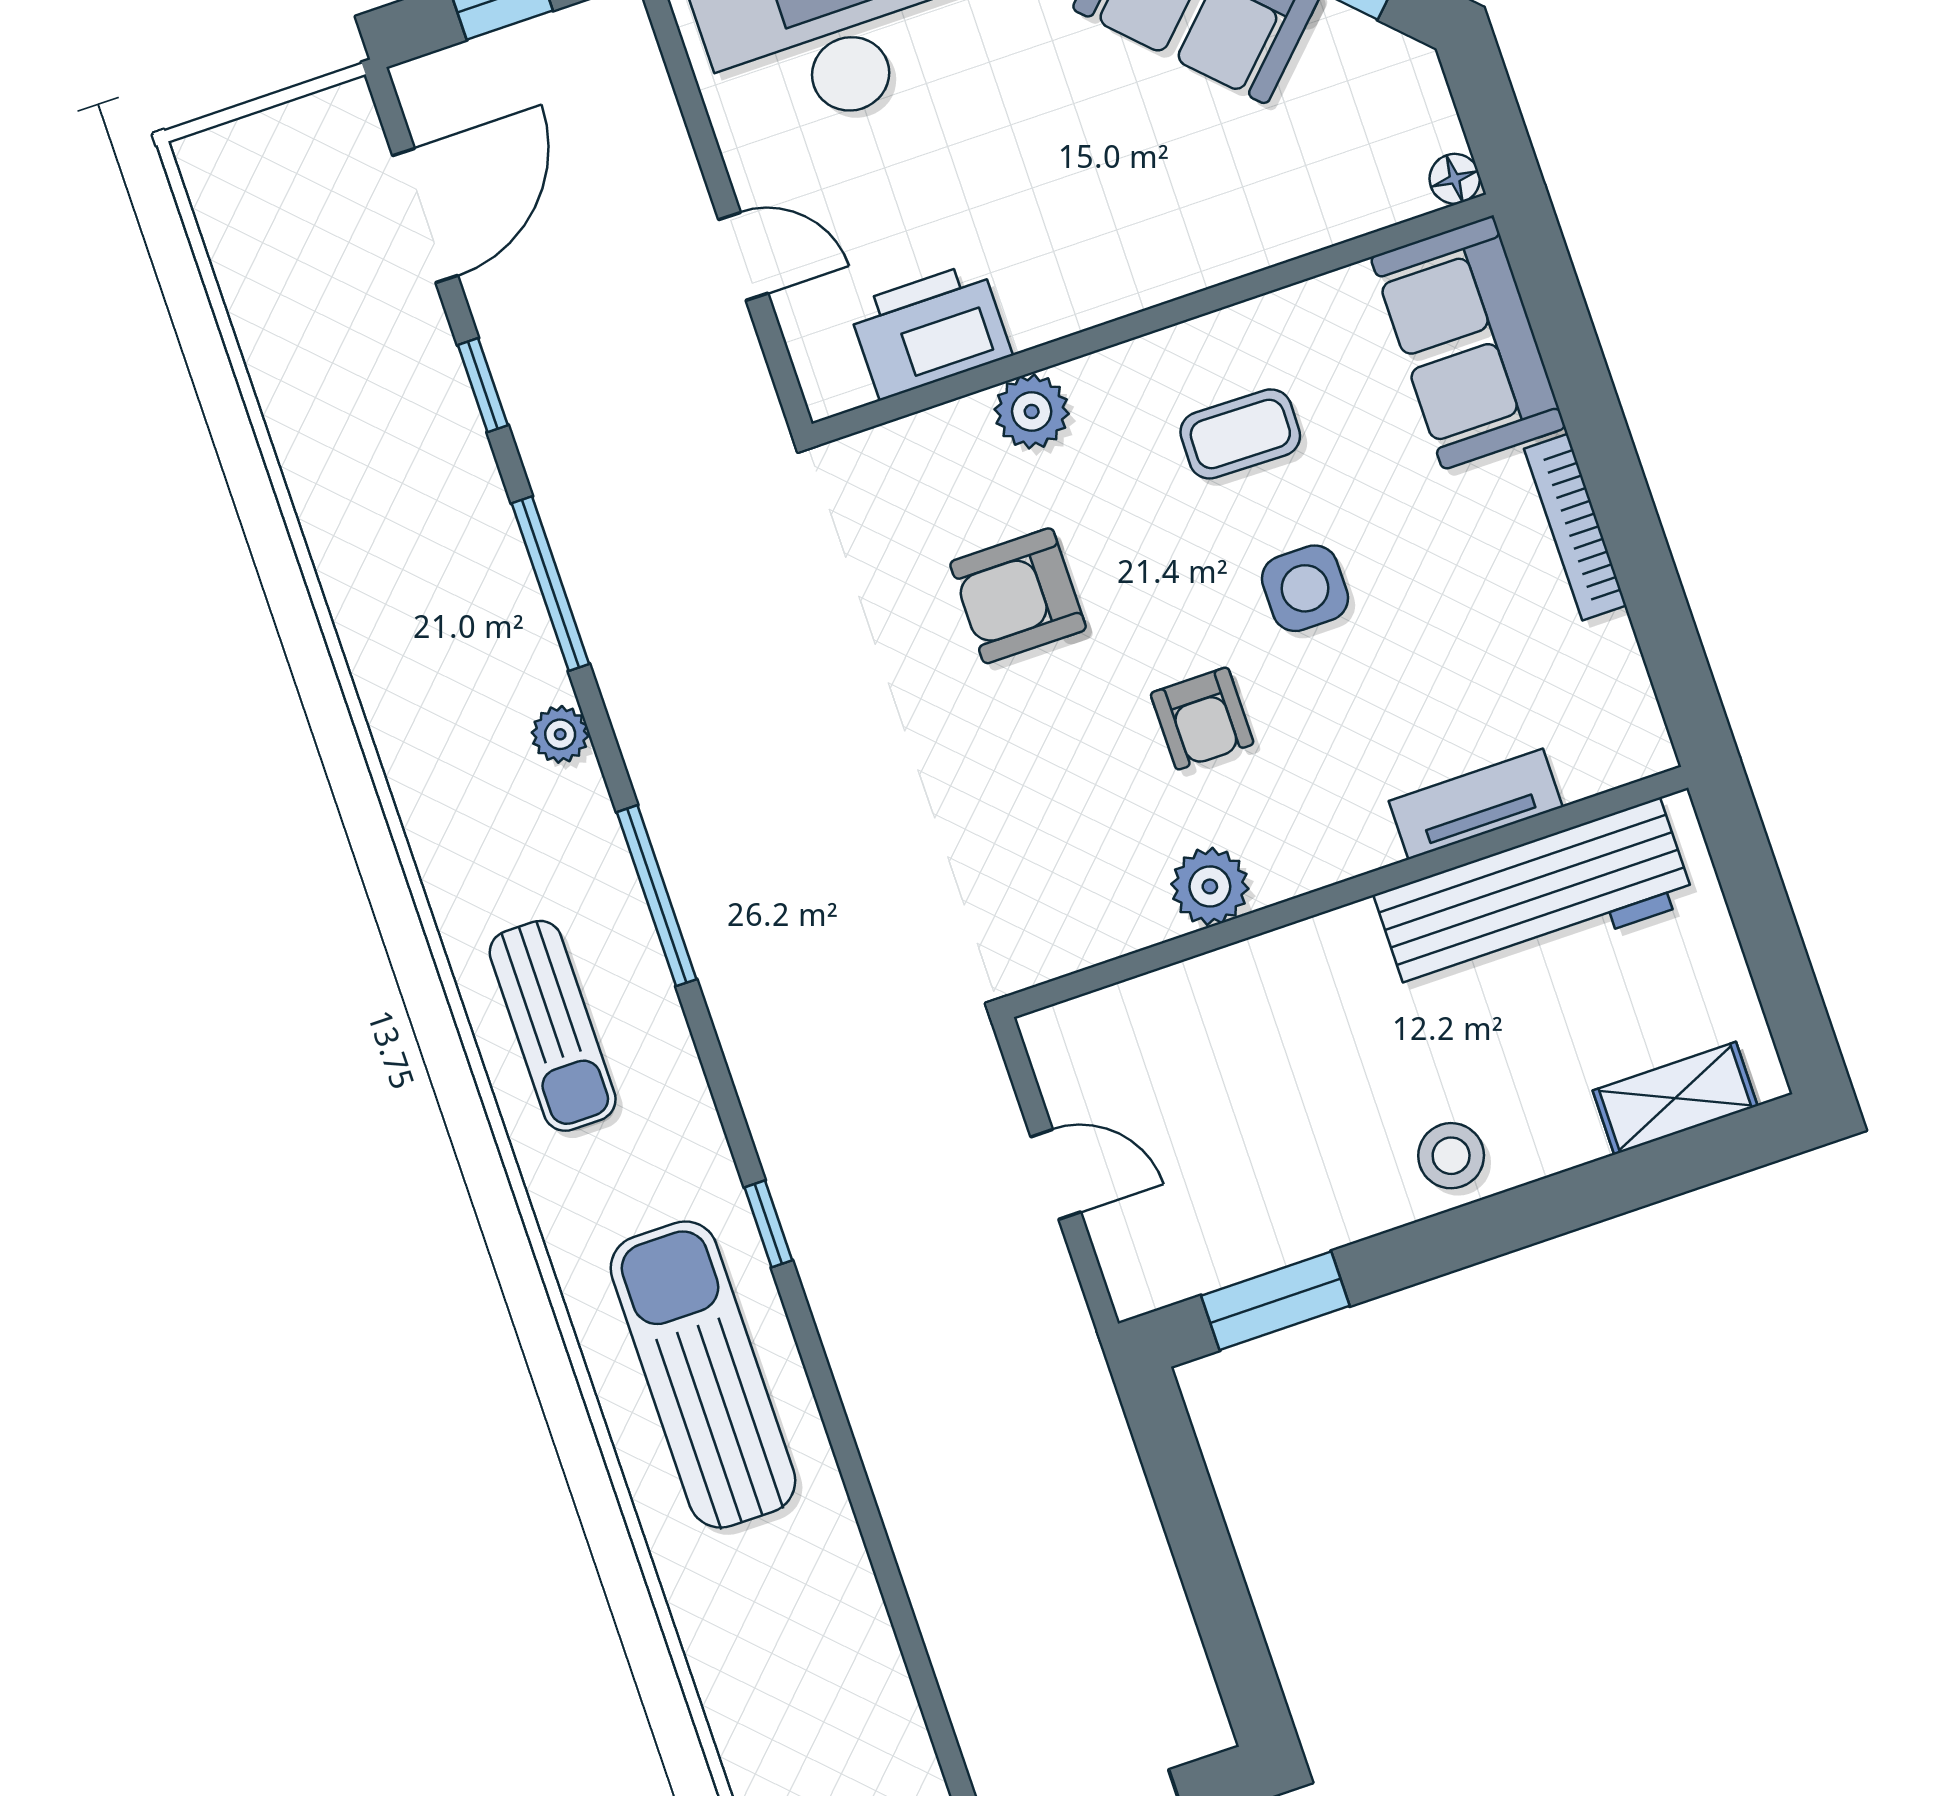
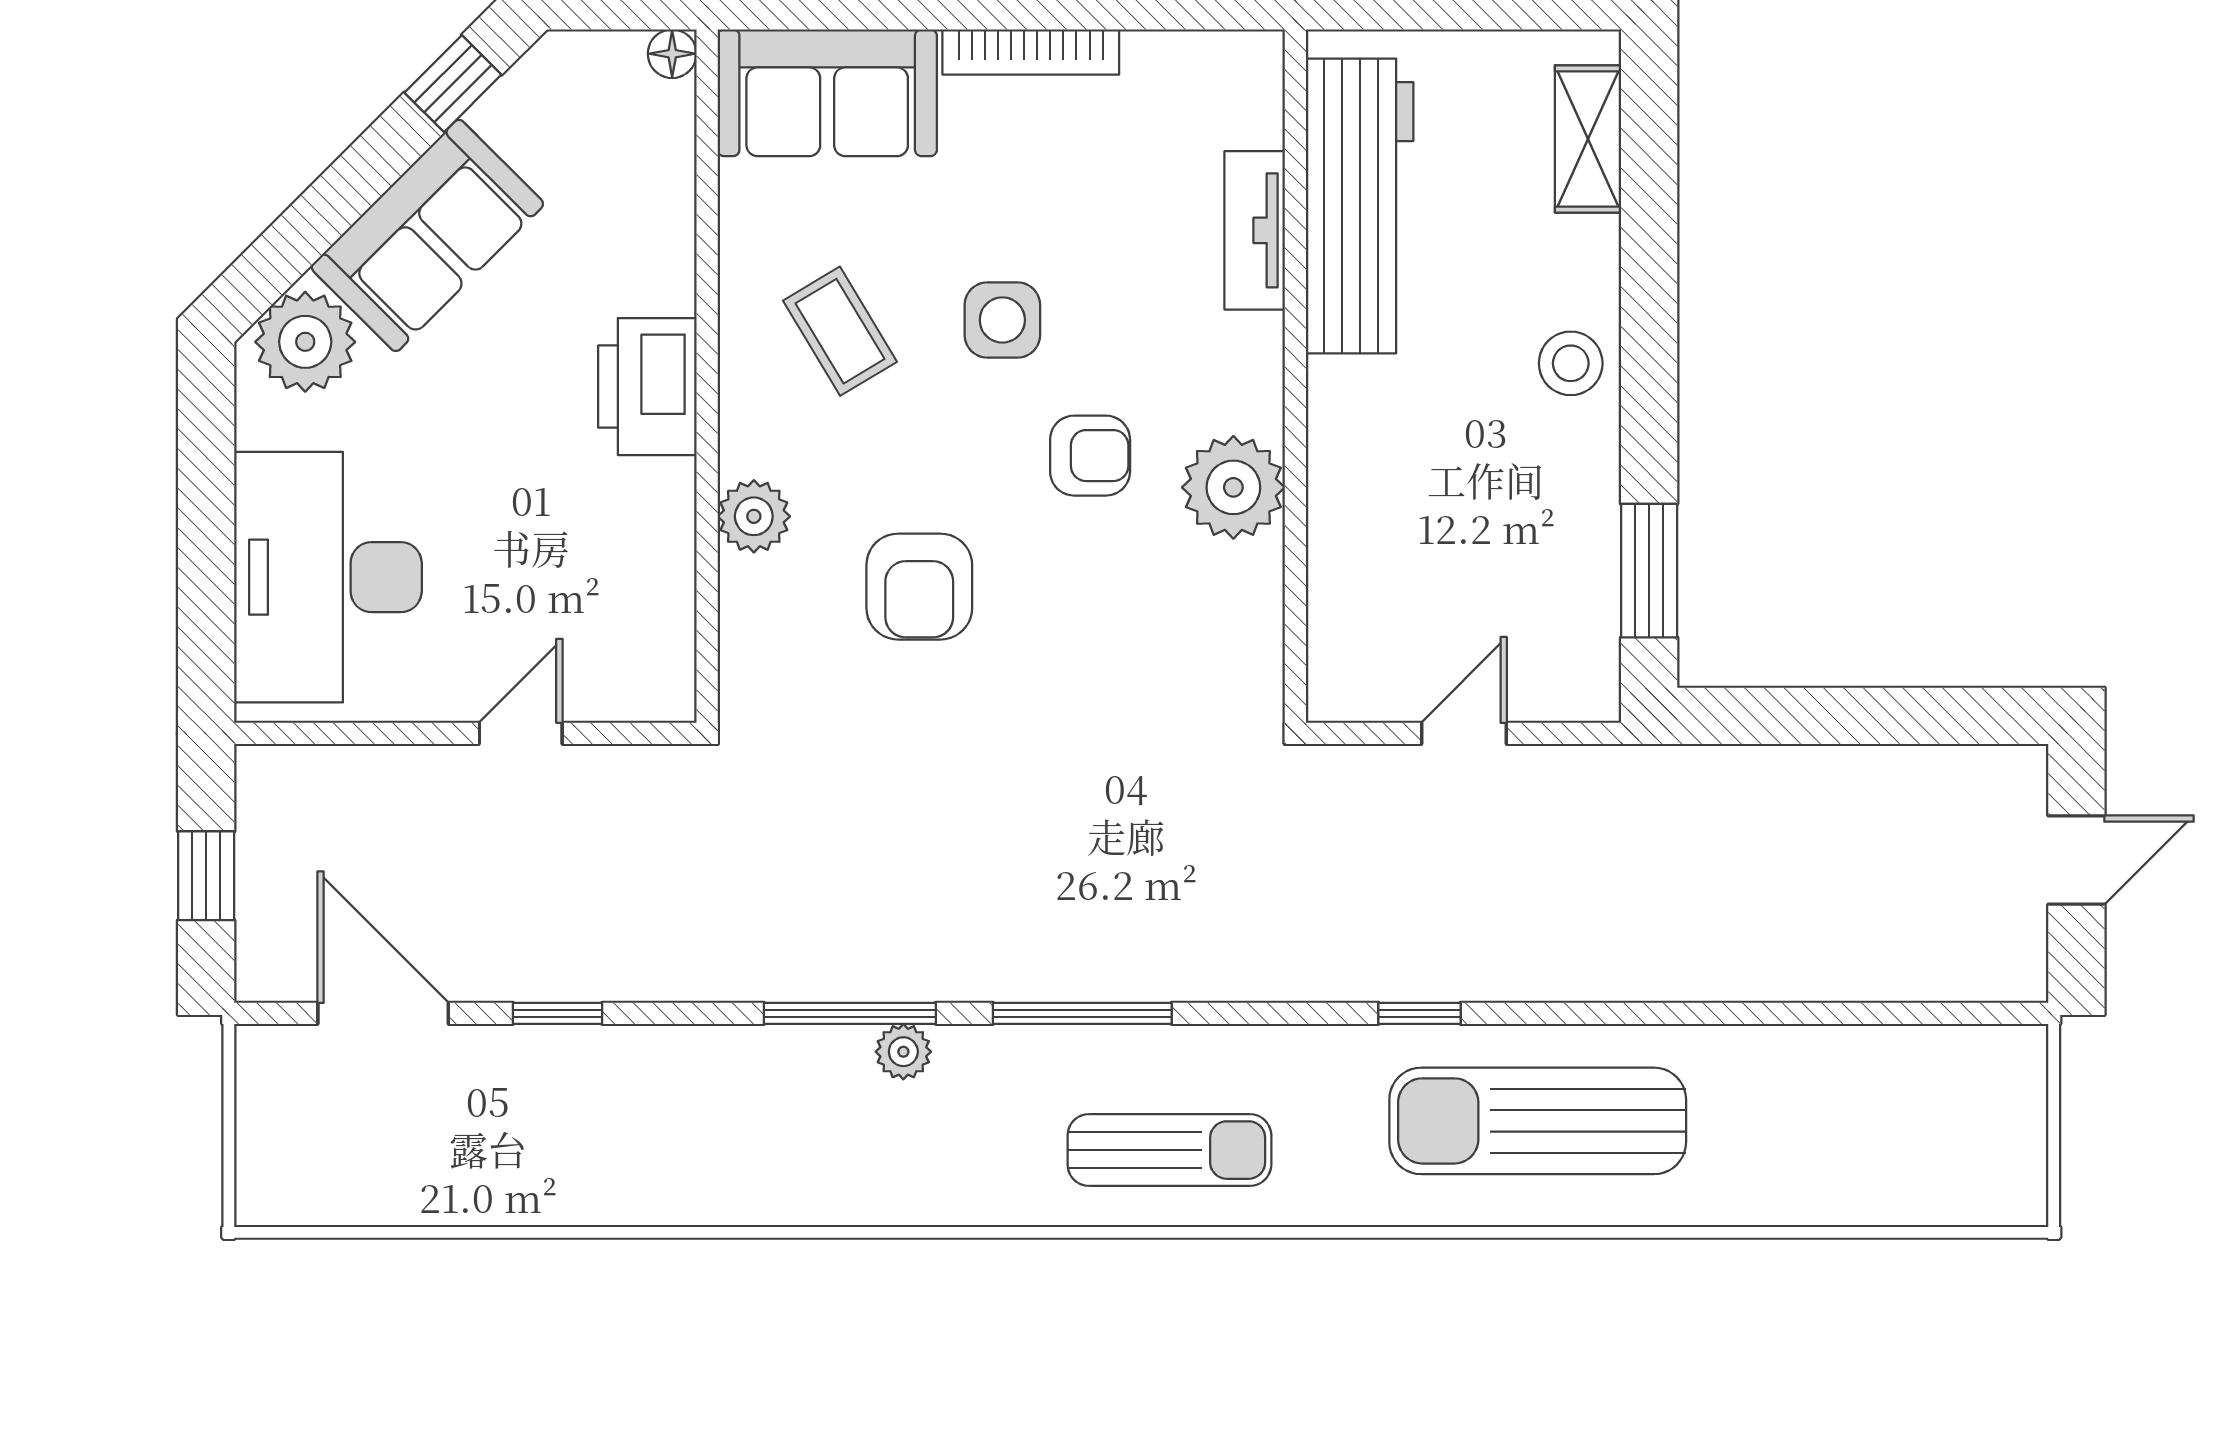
printer: (930, 330) -> (647, 387), moved
coffee table: (1240, 434) -> (840, 331), turned -32
window: (550, 584) -> (850, 1013), moved
plant: (1210, 886) -> (1233, 487), width x1.36, depth x1.36

